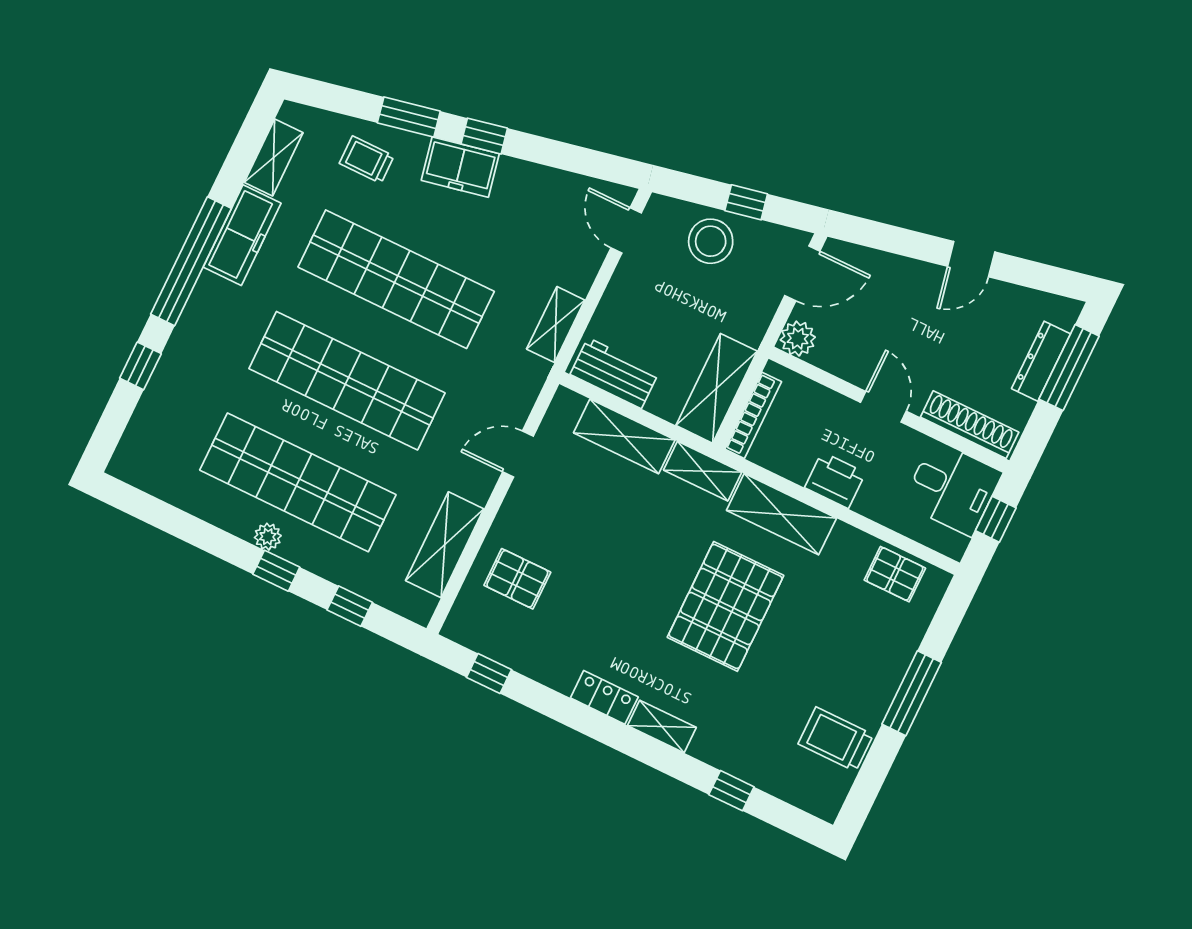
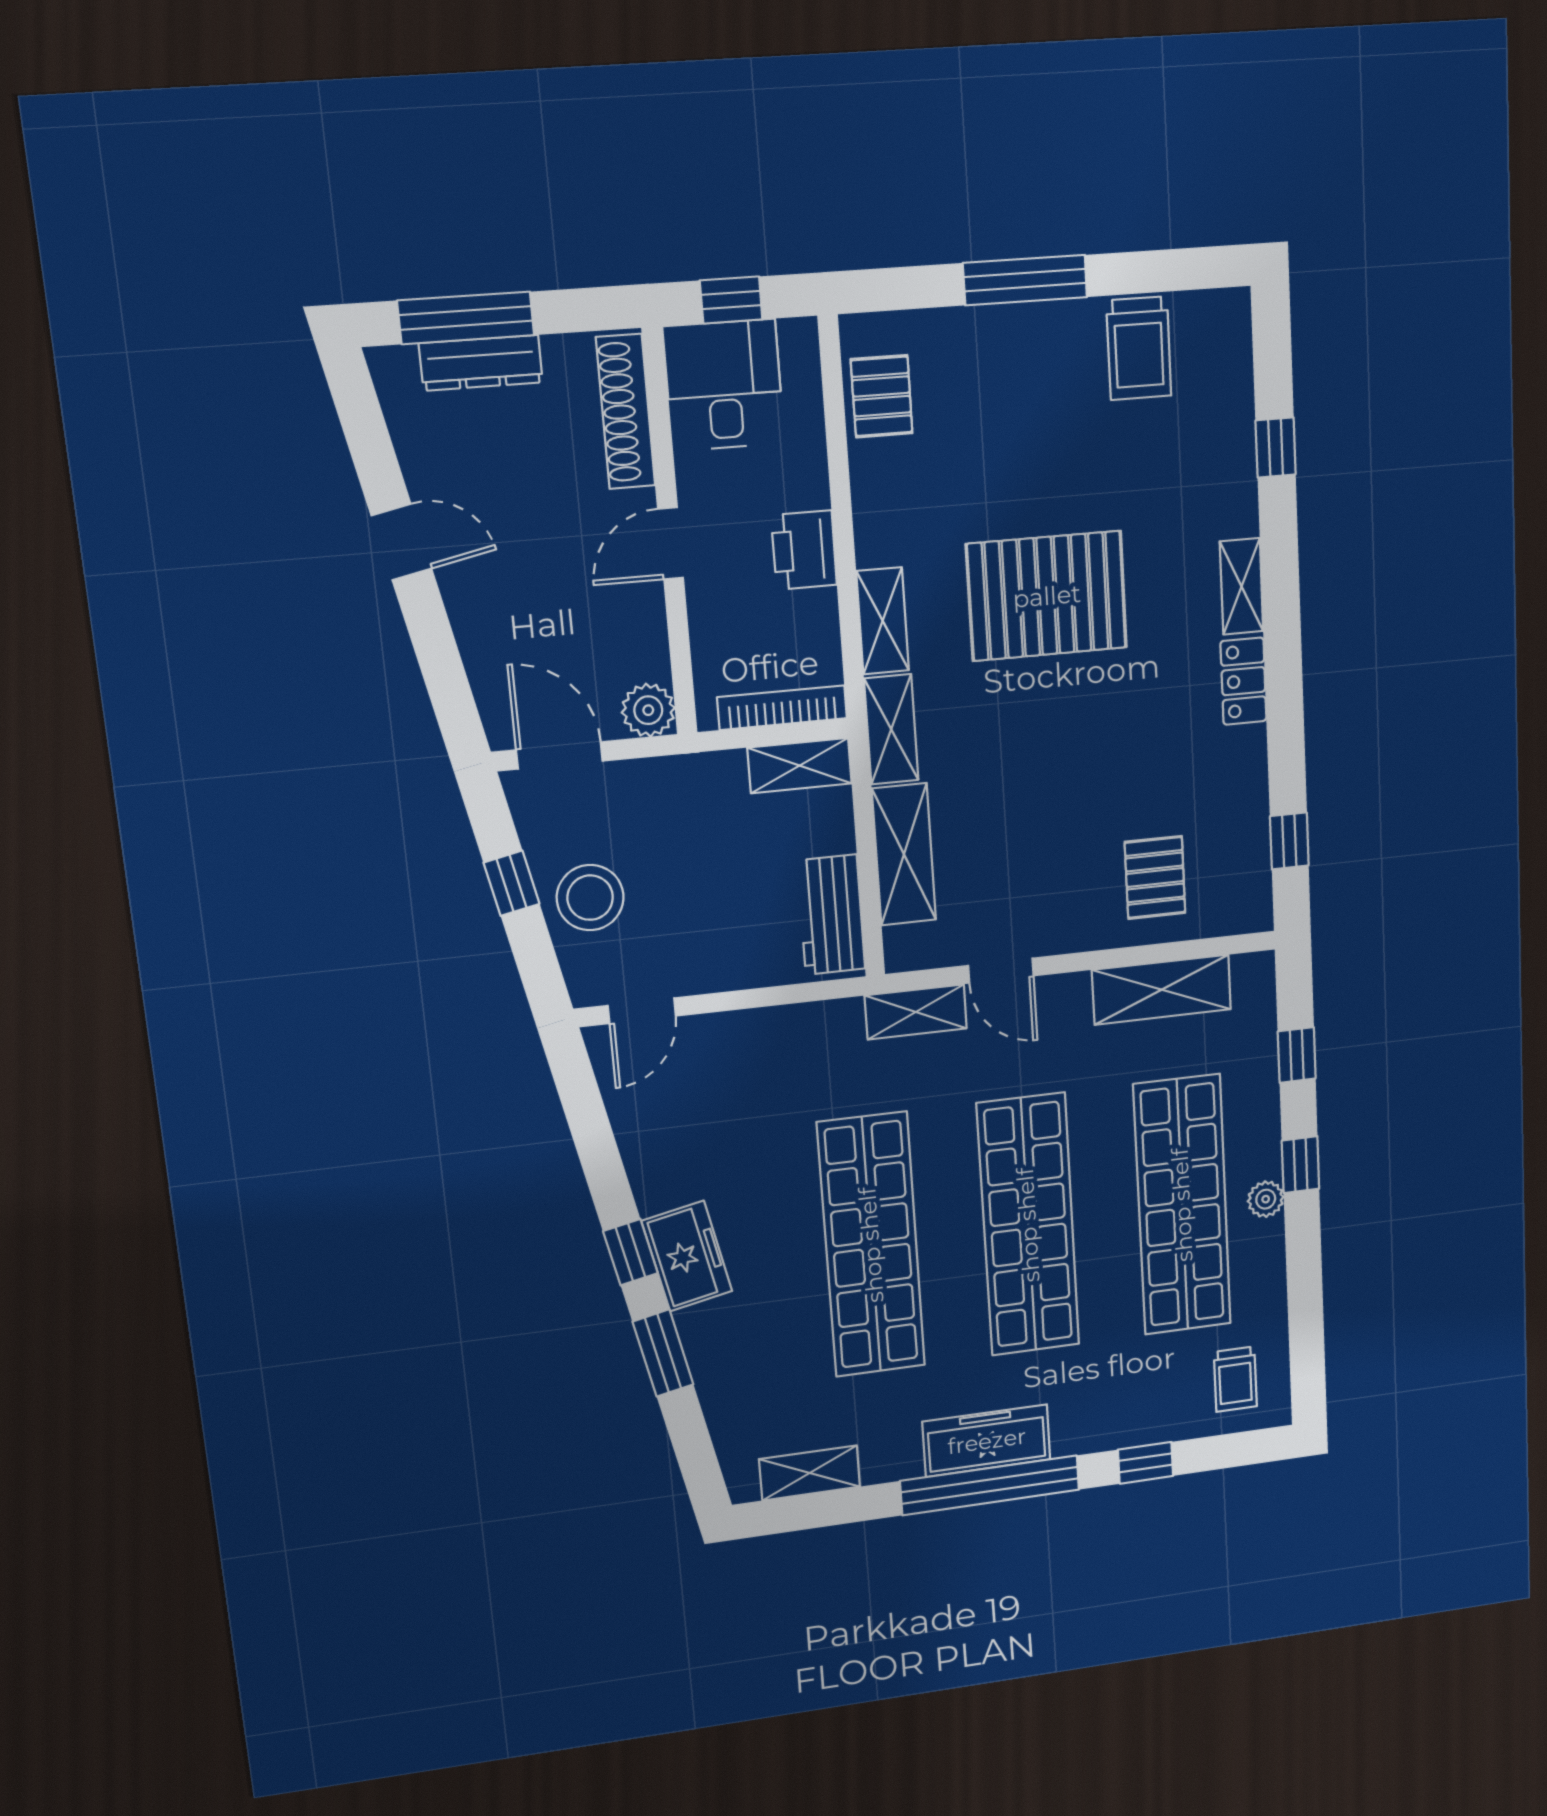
trolley: (367, 160) -> (1235, 1379), moved
freezer: (242, 235) -> (987, 1441), moved
shelving: (556, 325) -> (916, 1012), moved
shelving: (717, 388) -> (800, 766), width x0.67, depth x0.75
shelving: (781, 514) -> (883, 621), width x0.67, depth x0.75

